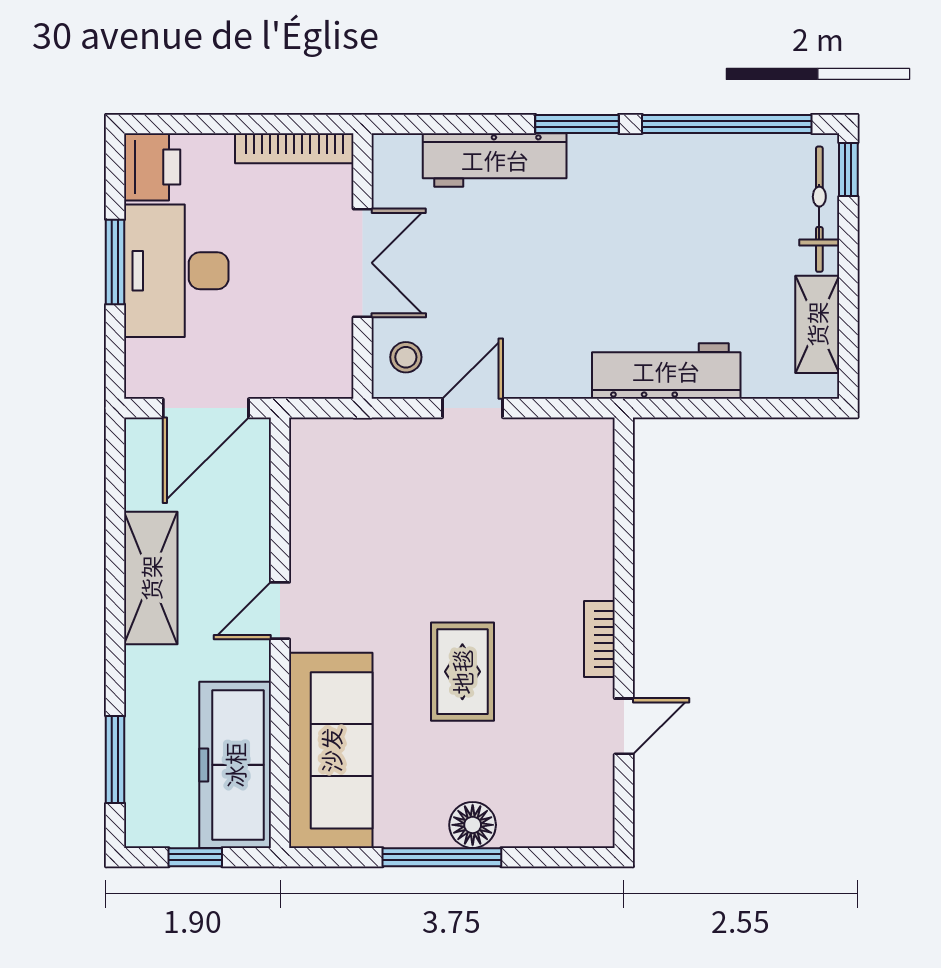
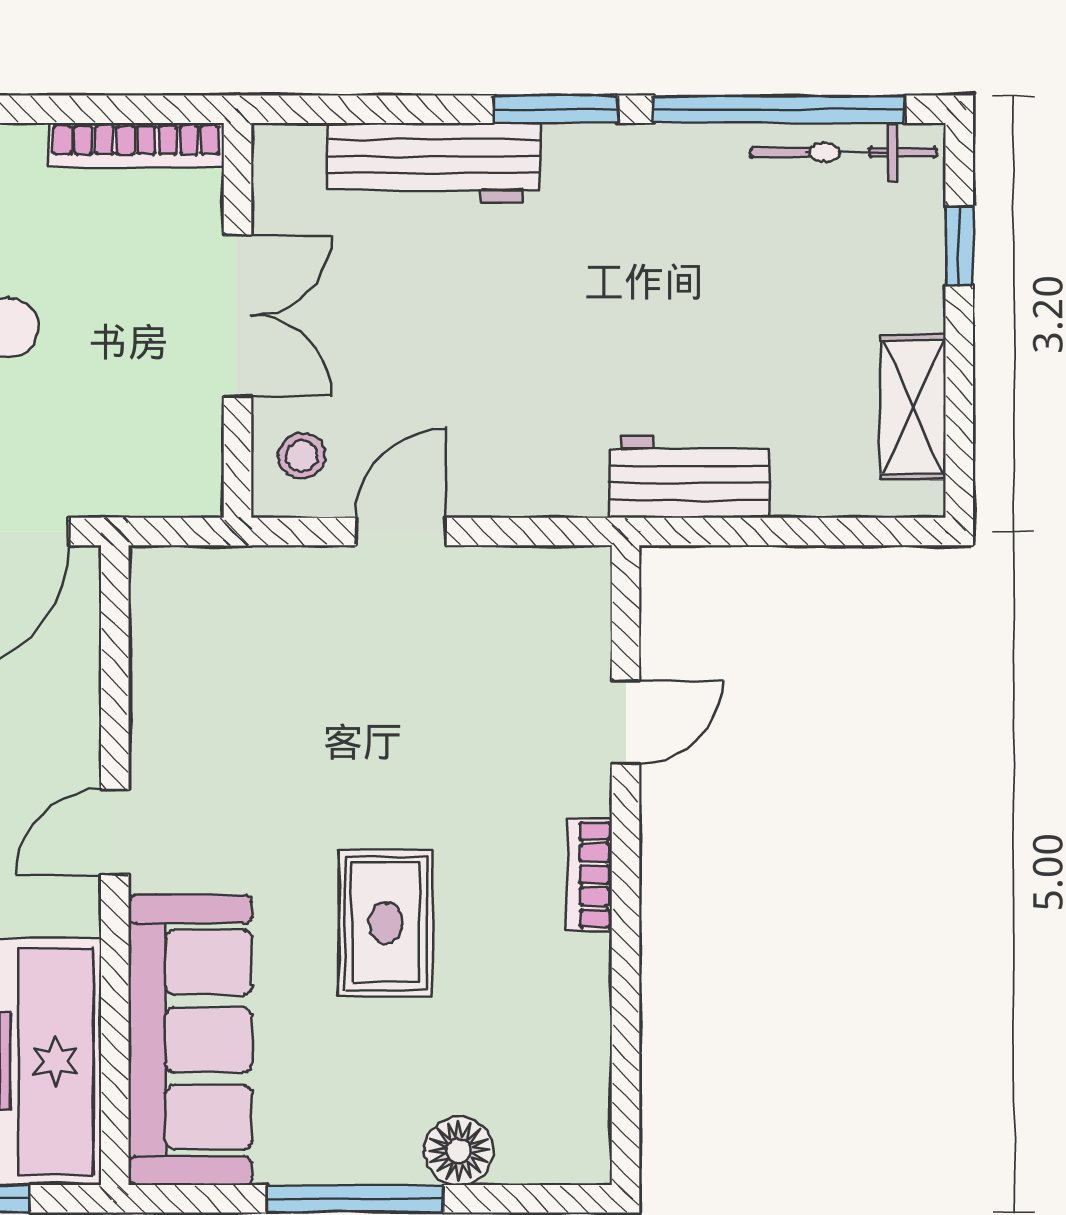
window: (848, 170) -> (959, 246), moved
bicycle: (819, 209) -> (843, 152), moved, turned -90
workbench: (666, 371) -> (689, 476), width x0.73
door: (624, 726) -> (626, 722), moved
floor lamp: (473, 825) -> (459, 1151), moved

